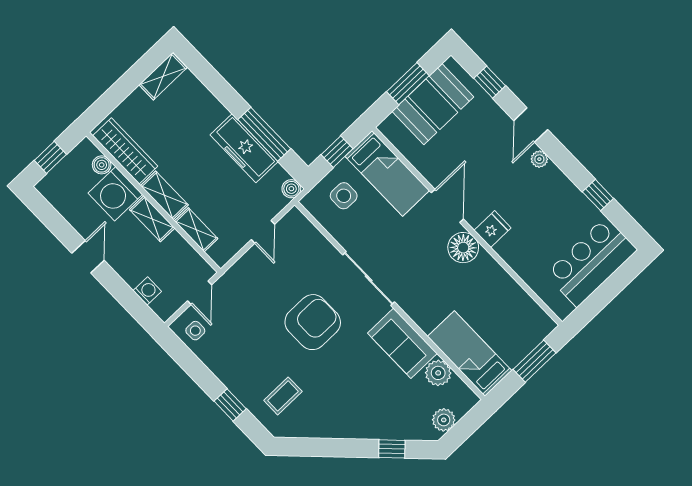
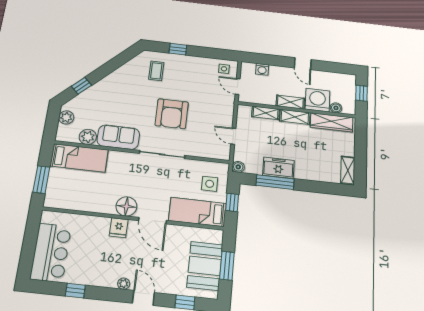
freezer: (244, 148) -> (278, 168), width x0.71

